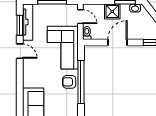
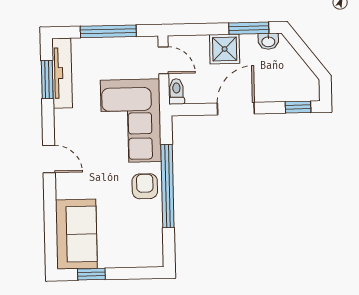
door: (20, 51) -> (49, 159), moved
armchair: (69, 82) -> (145, 186), turned 90

